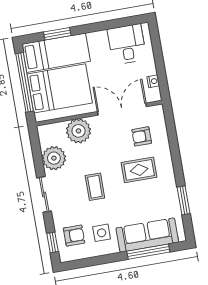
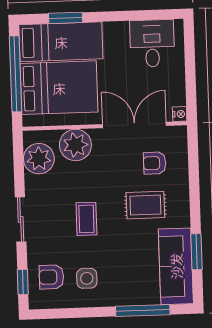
nightstand: (153, 81) -> (180, 114), moved
plant: (54, 158) -> (39, 159), moved
sofa: (147, 235) -> (176, 266), moved, turned -90
armchair: (74, 236) -> (51, 277), turned 180

